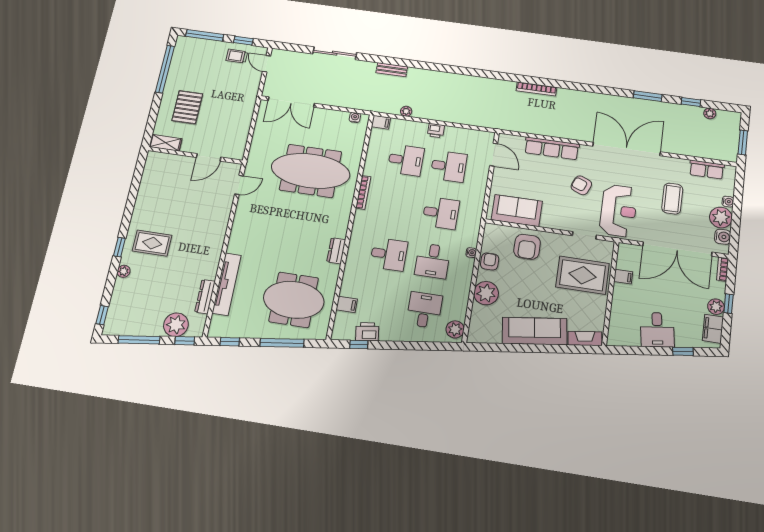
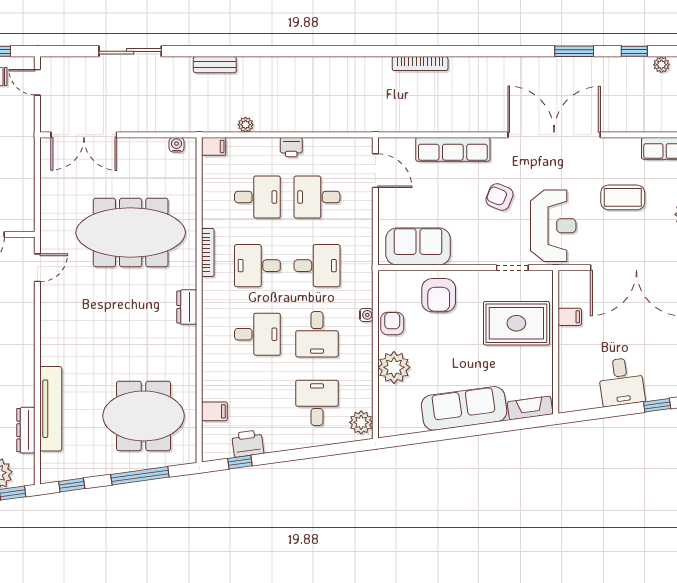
desk: (449, 166) -> (317, 197), turned 180
coffee table: (672, 199) -> (623, 197), turned 90
desk: (397, 207) -> (257, 266), added
dresser: (336, 251) -> (187, 307), moved

